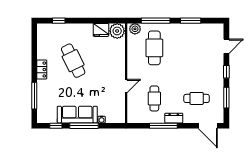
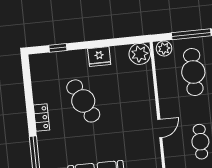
fridge: (101, 30) -> (99, 57), moved

